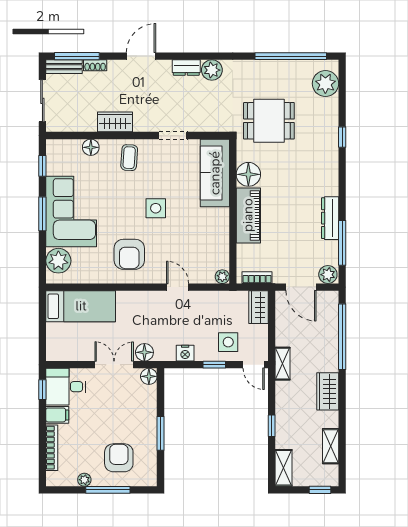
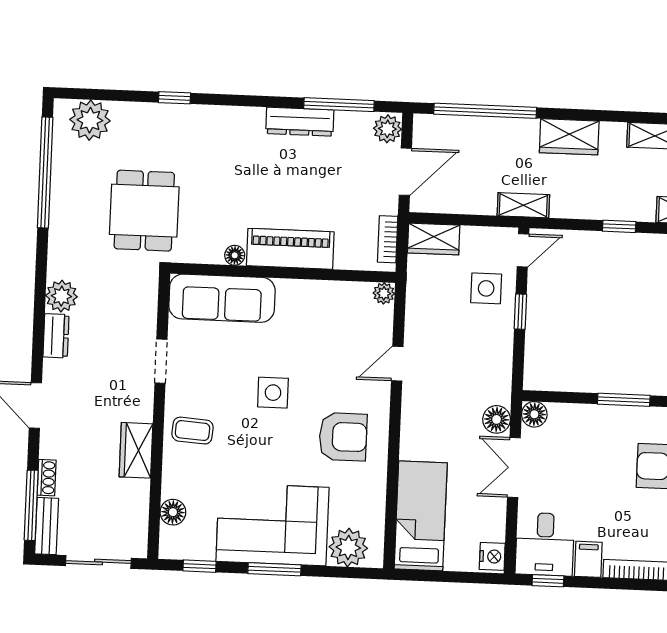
floor lamp: (91, 147) -> (173, 512), moved
floor lamp: (248, 174) -> (235, 255), width x0.53, depth x0.53
nightstand: (185, 353) -> (492, 556), moved

